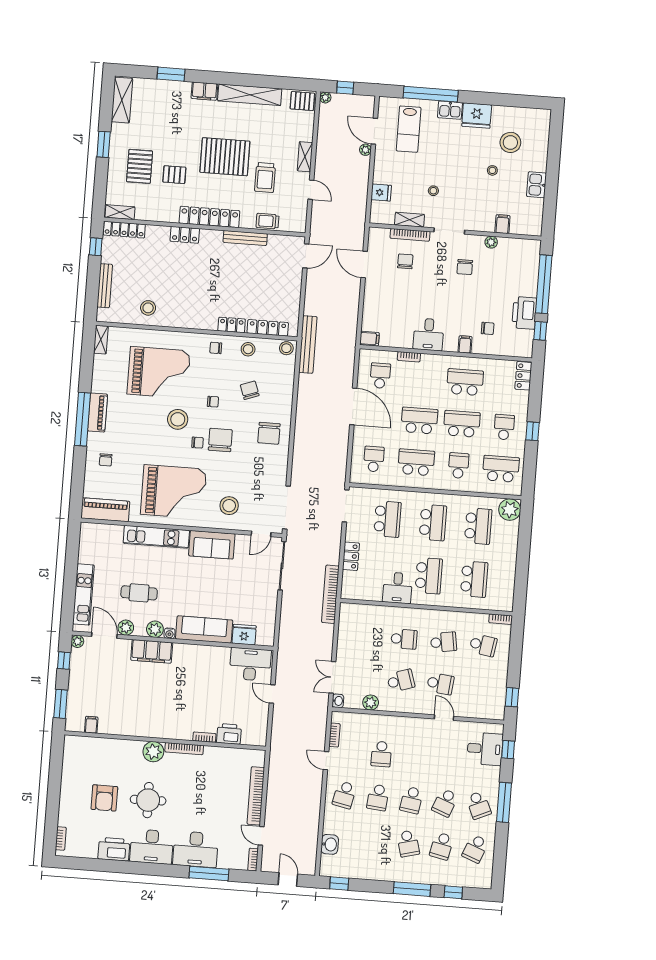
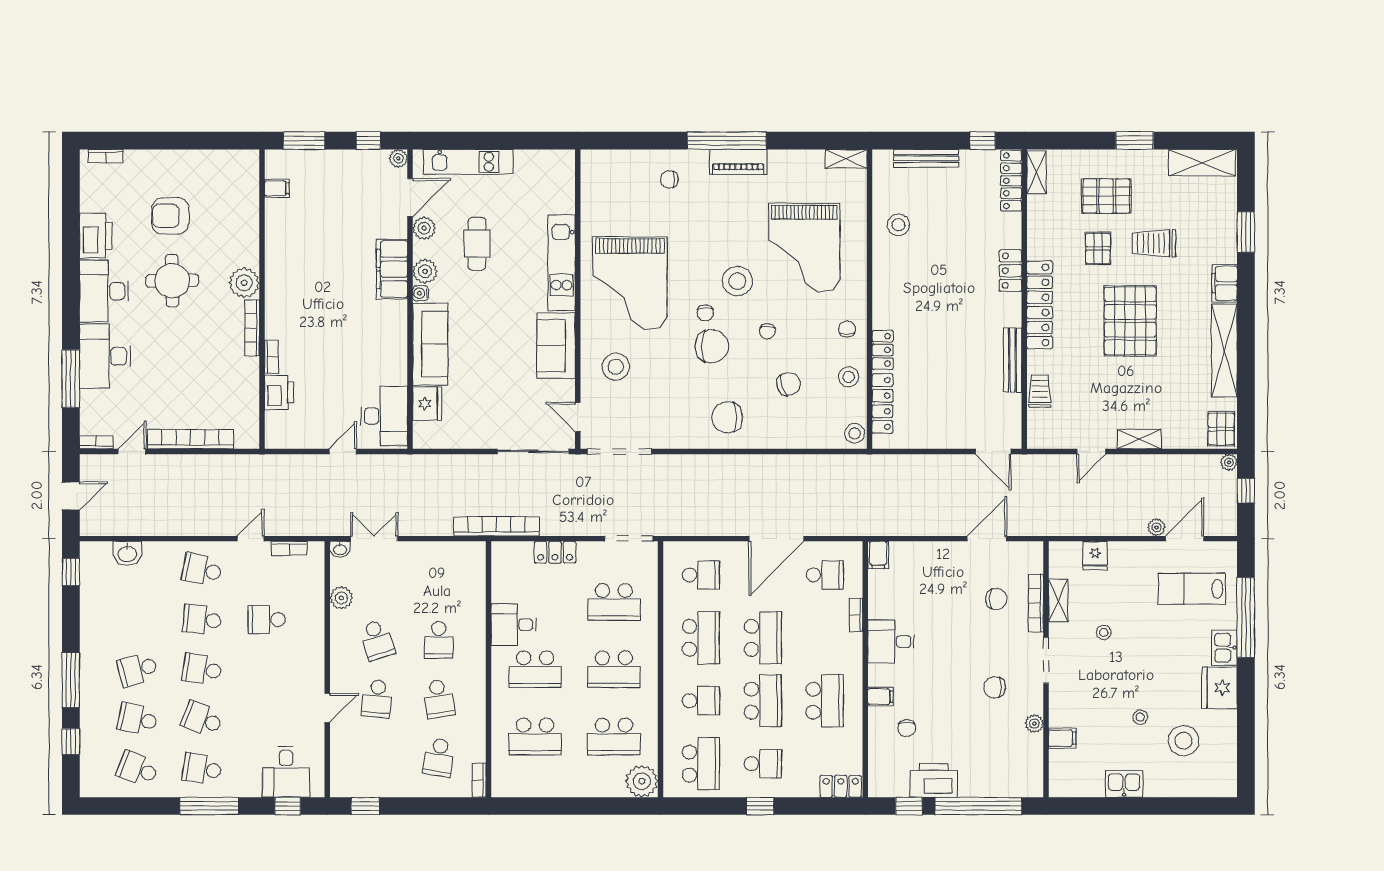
trolley: (265, 178) -> (1154, 243), moved
bench: (308, 344) -> (862, 465), removed
piano: (105, 510) -> (596, 184), removed
school desk: (479, 805) -> (202, 769), turned 33

